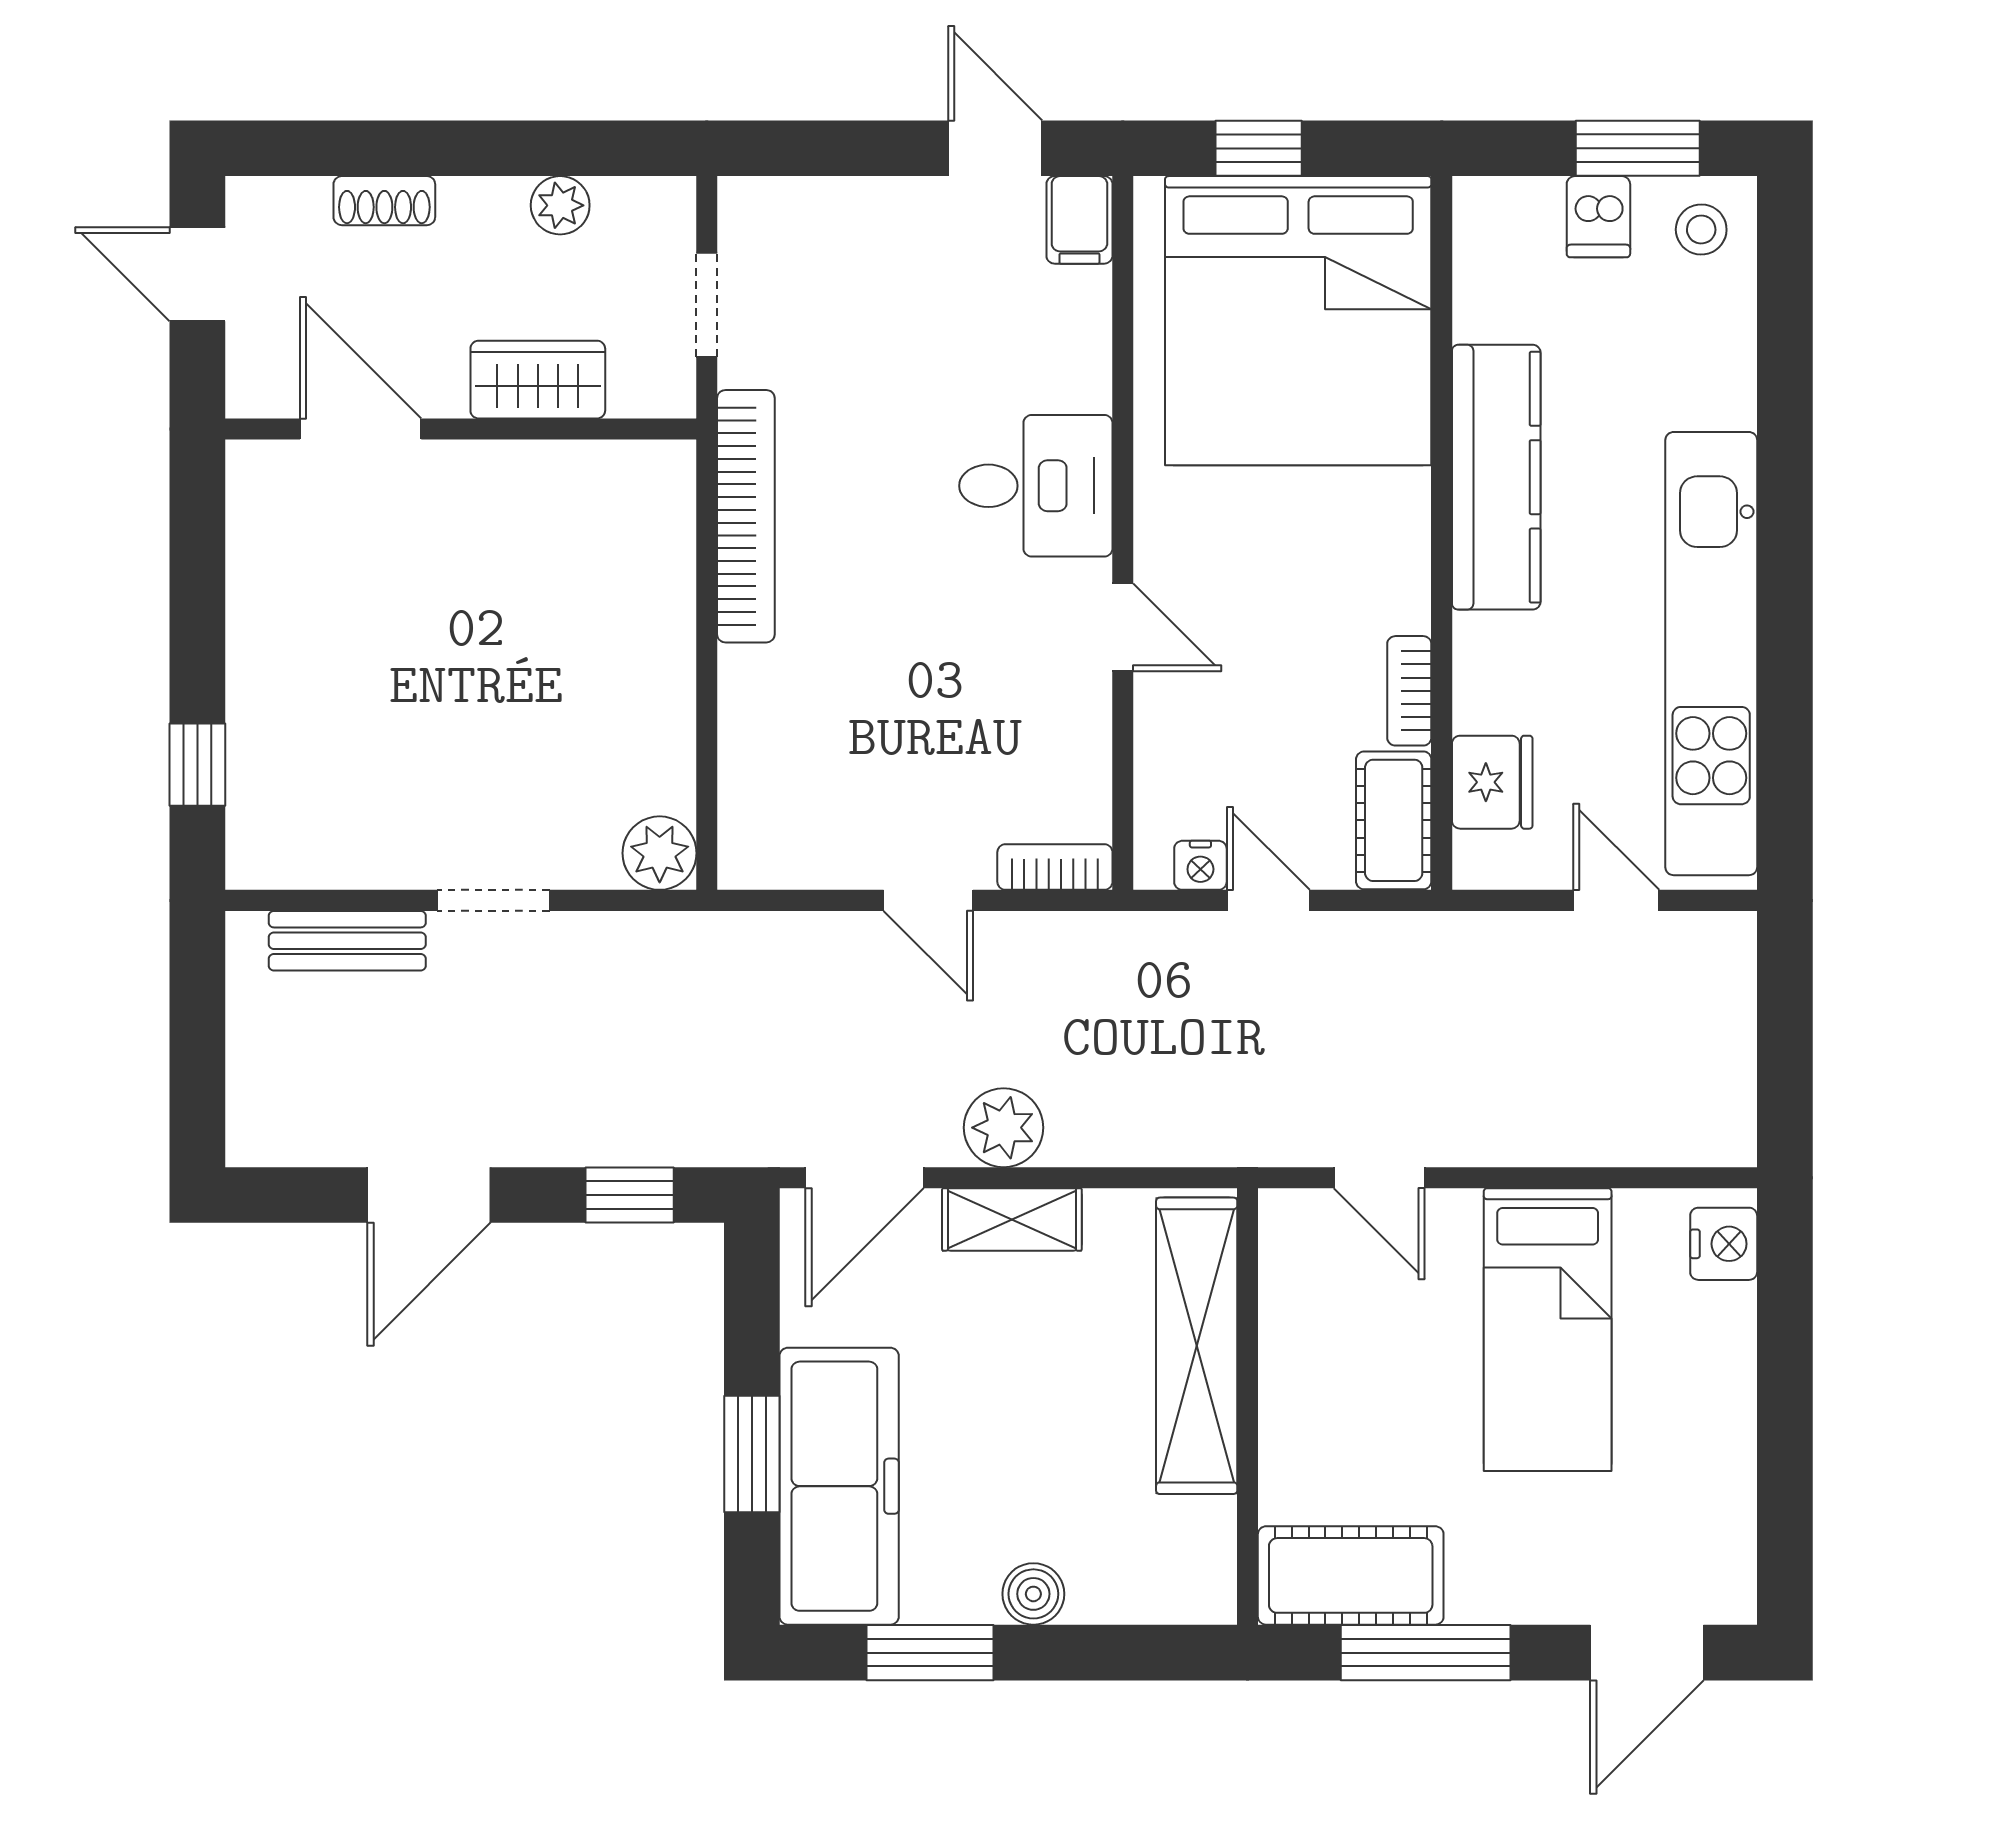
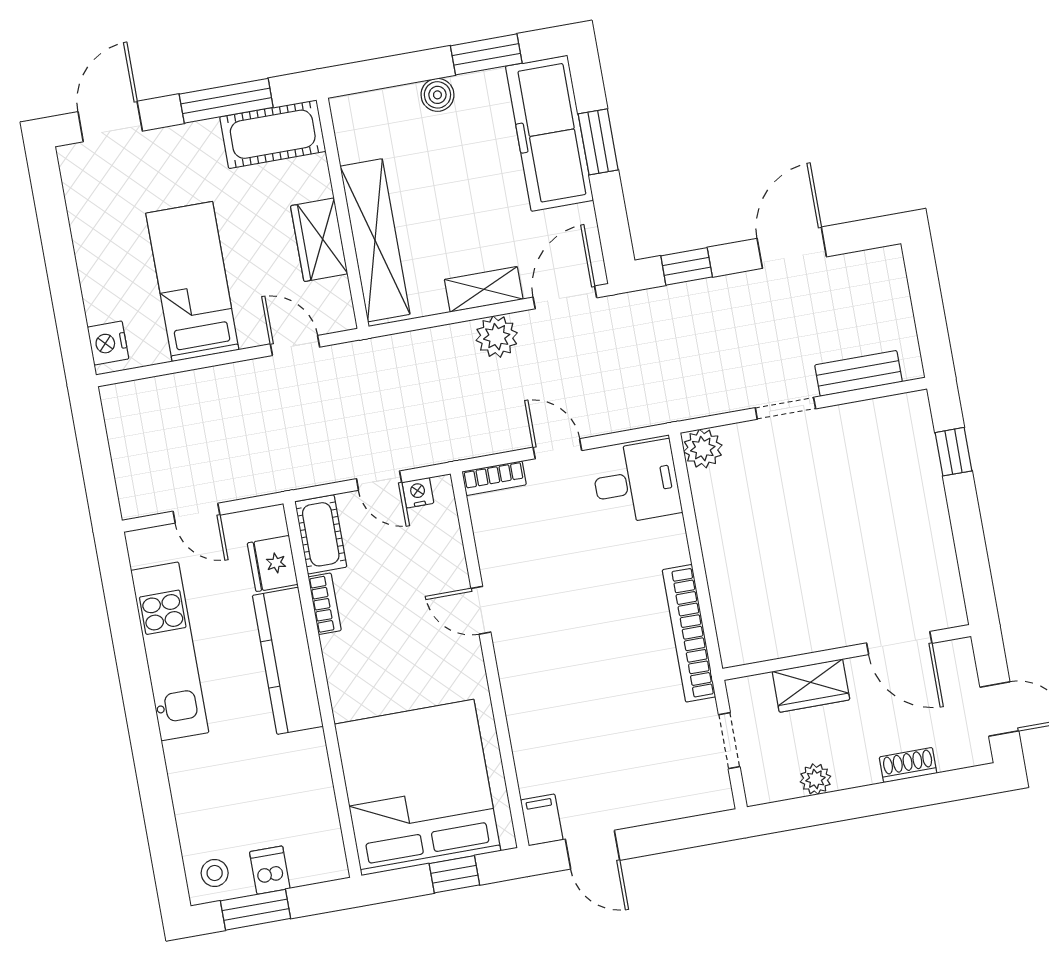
kitchen counter: (1496, 477) -> (288, 661), moved
desk: (1036, 486) -> (636, 482), moved, turned 180
kitchen unit: (1711, 654) -> (170, 651), width x0.73
wardrobe: (1300, 1365) -> (319, 240), added

